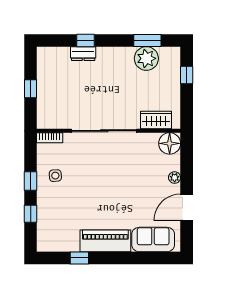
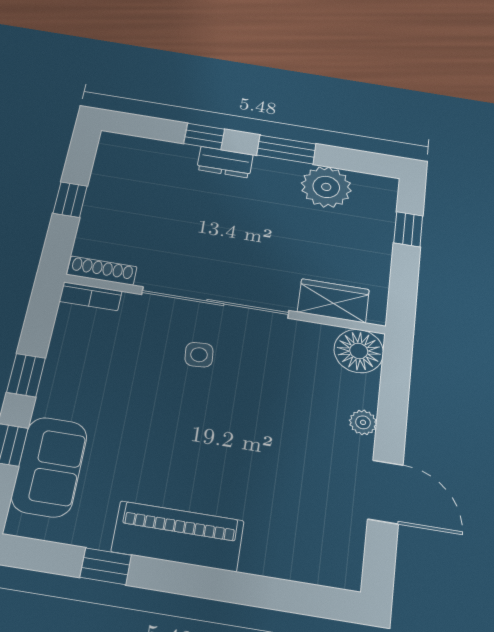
window: (147, 40) -> (286, 150), moved
dresser: (83, 54) -> (225, 162), moved
shoe rack: (52, 124) -> (102, 271), added
side table: (55, 176) -> (199, 355), moved
door: (187, 207) -> (385, 492), swing flipped
sofa: (153, 239) -> (50, 467), moved, turned 90

